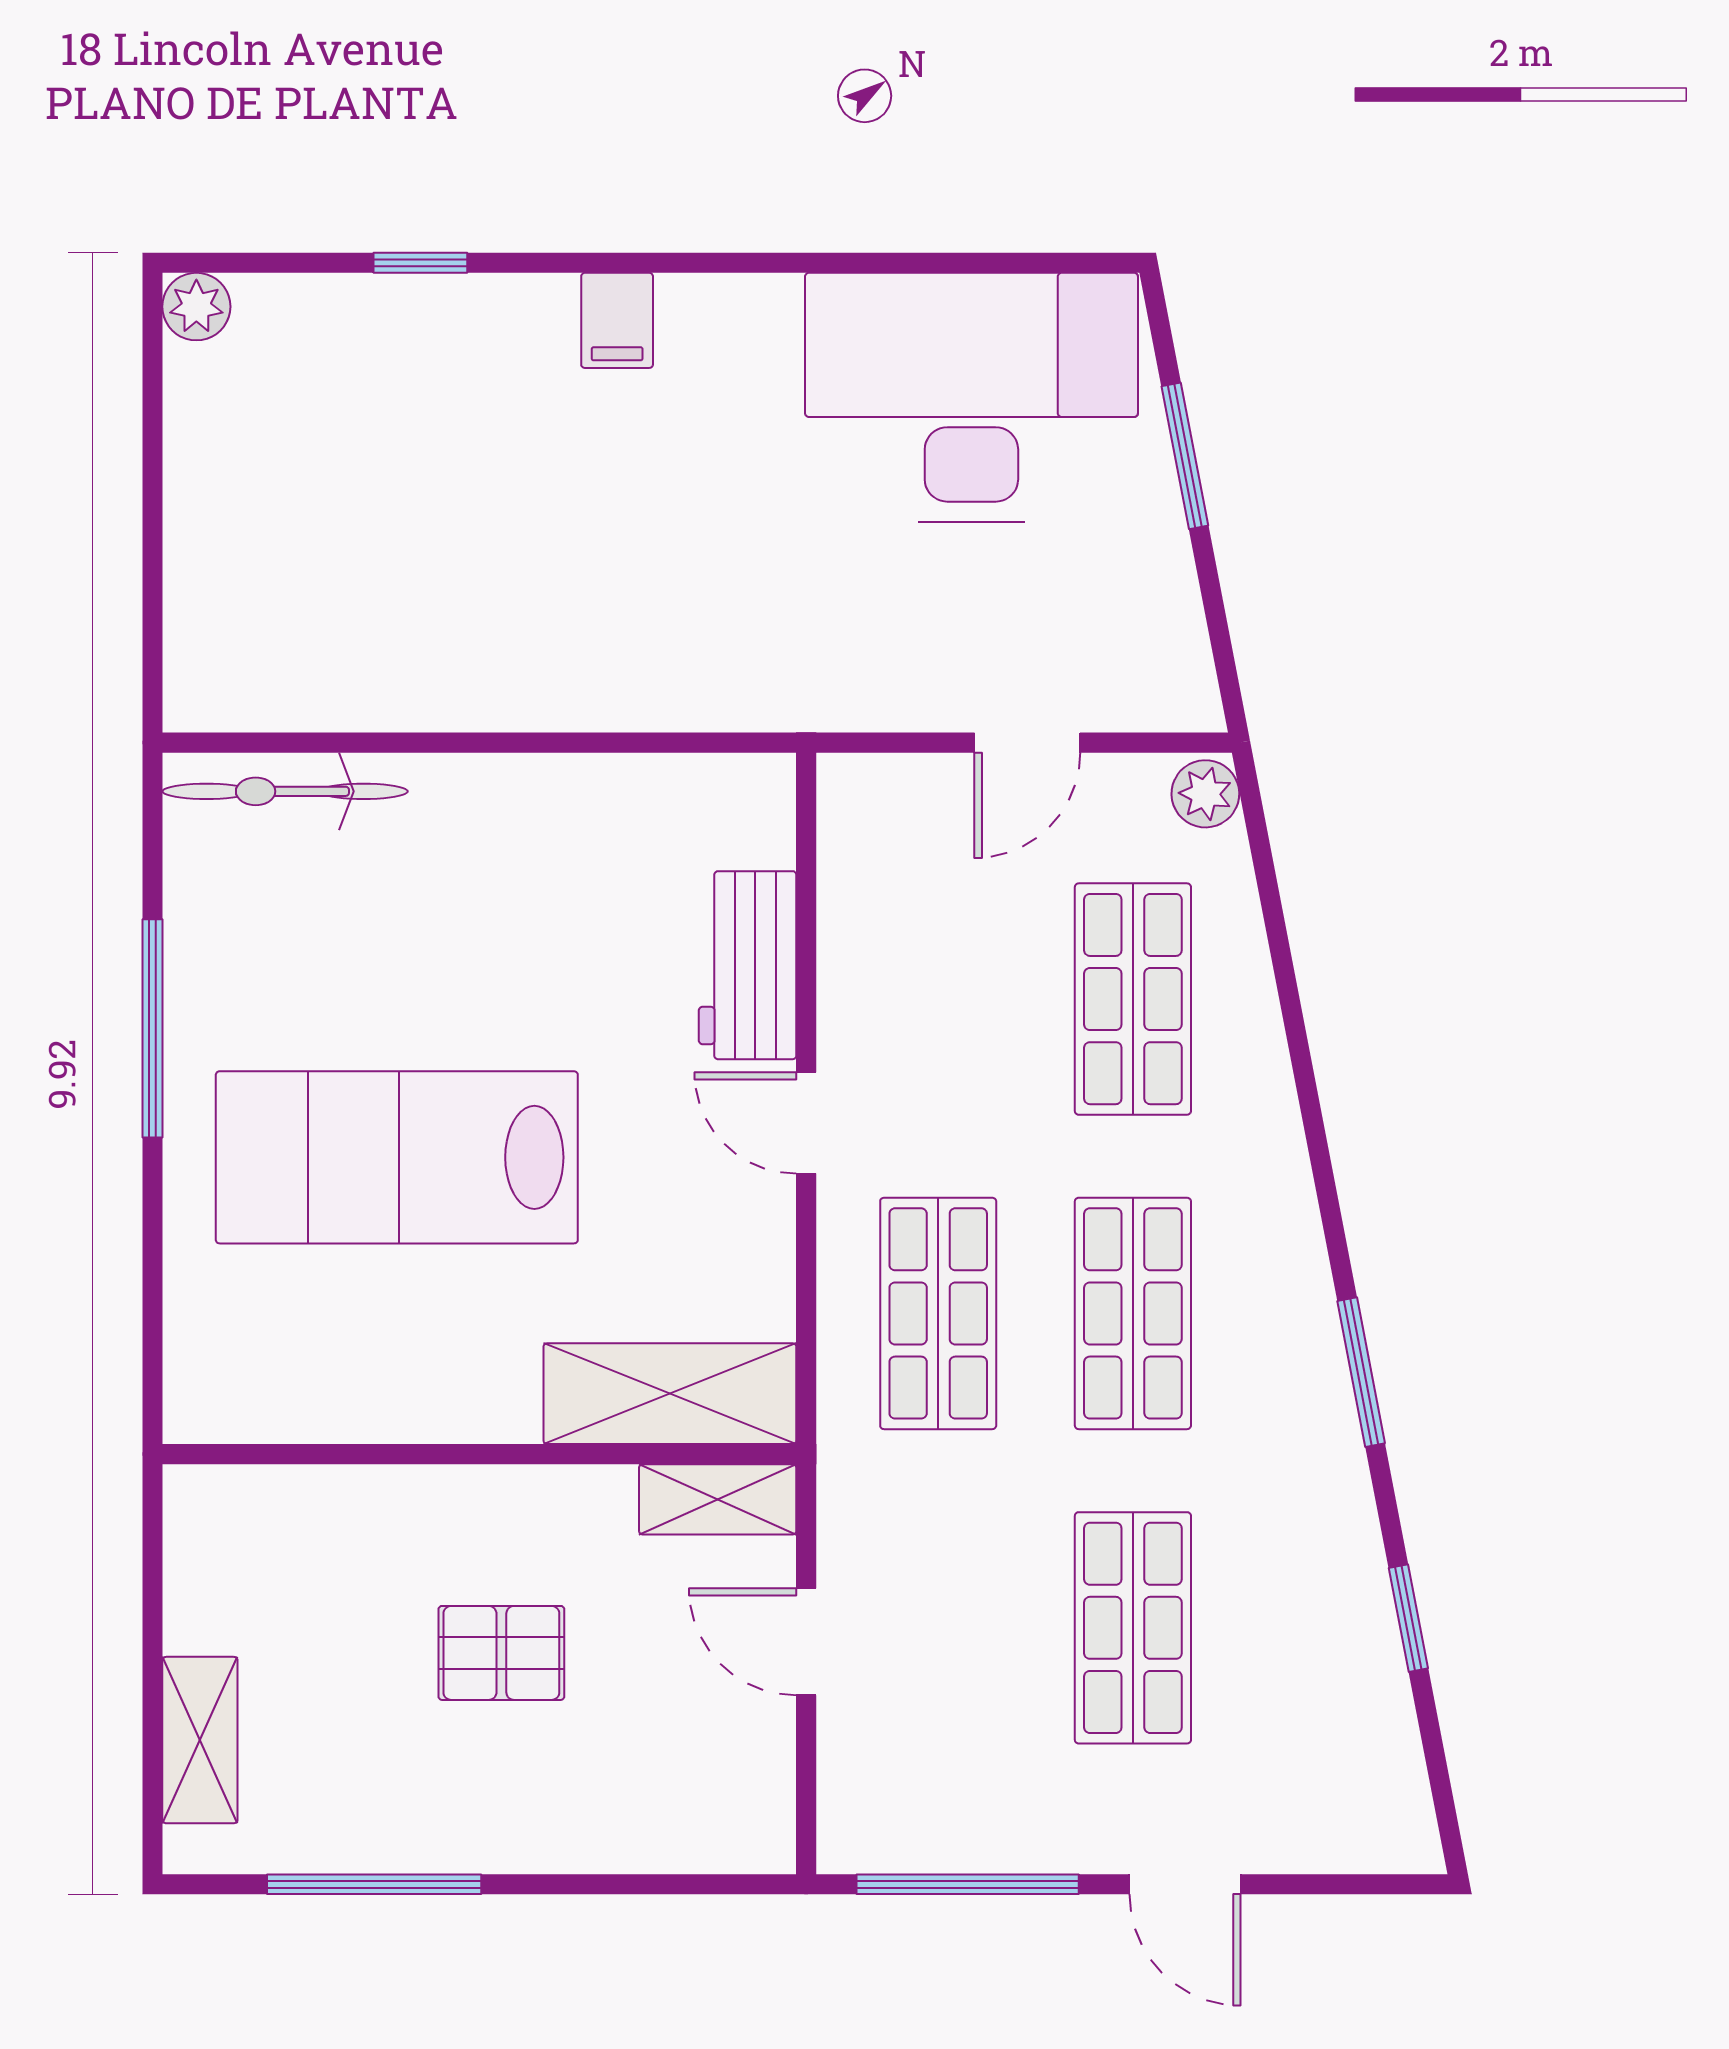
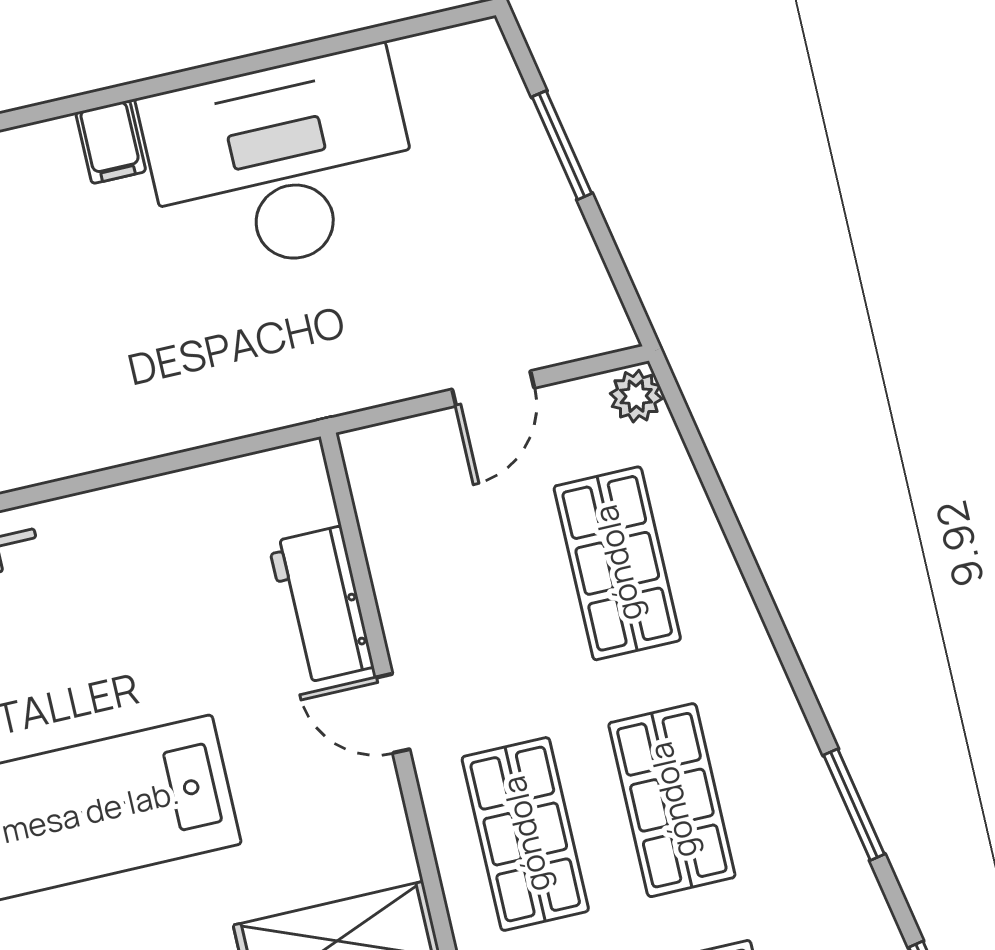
desk: (971, 397) -> (281, 163), moved

